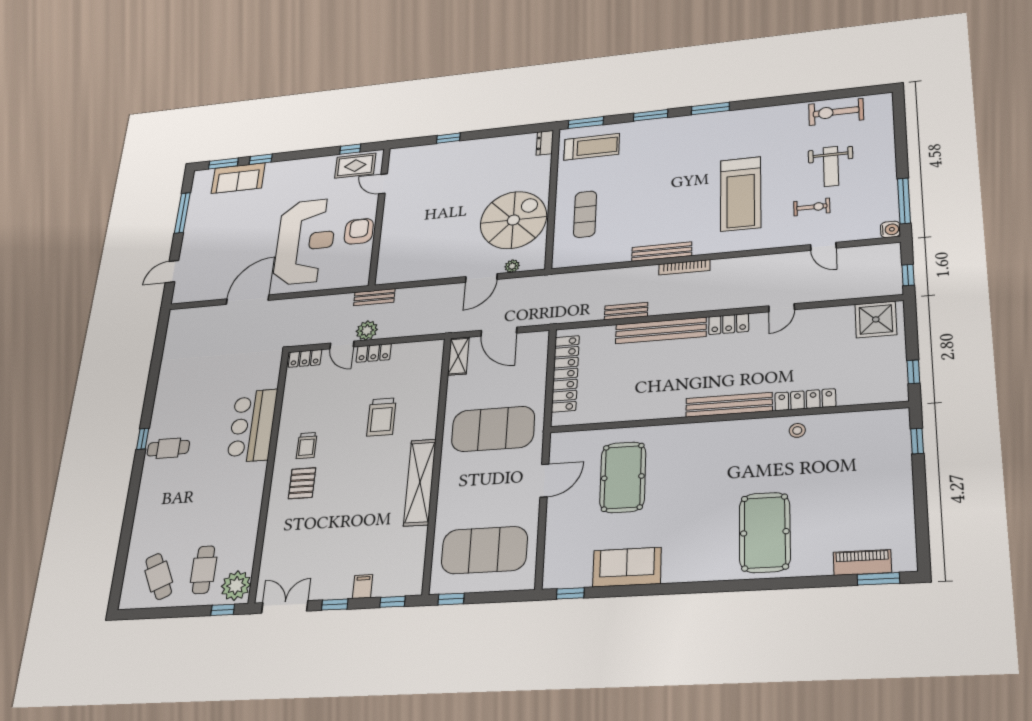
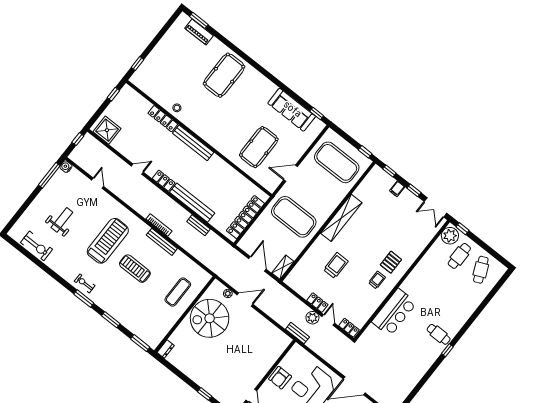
treadmill: (592, 147) -> (135, 269), moved
exercise bike: (812, 207) -> (85, 283), moved
sofa: (627, 567) -> (292, 110), width x1.36

